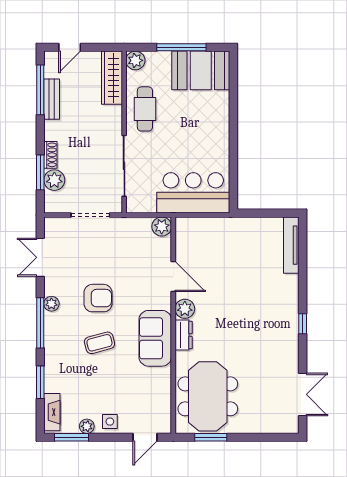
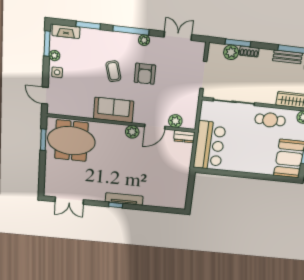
plant: (162, 227) -> (175, 121), moved
tv unit: (291, 245) -> (124, 199), moved
dresser: (184, 335) -> (184, 137), moved

